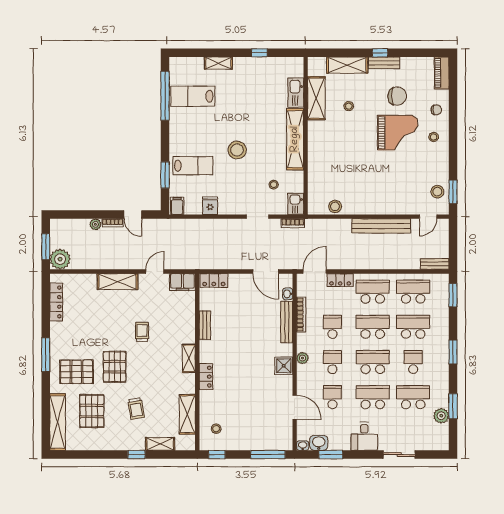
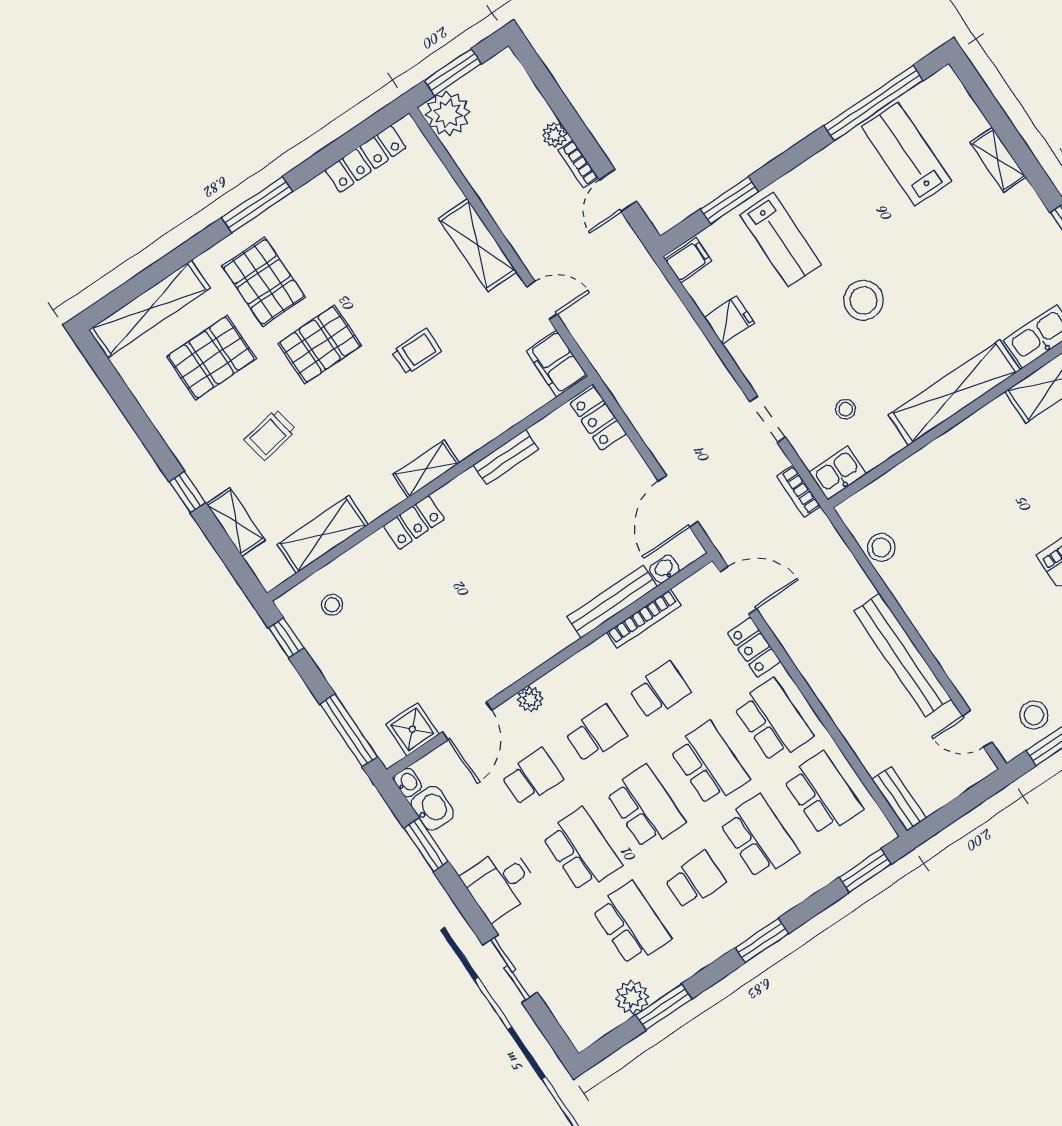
plant: (303, 358) -> (530, 699), moved
shower: (284, 366) -> (412, 729), moved

